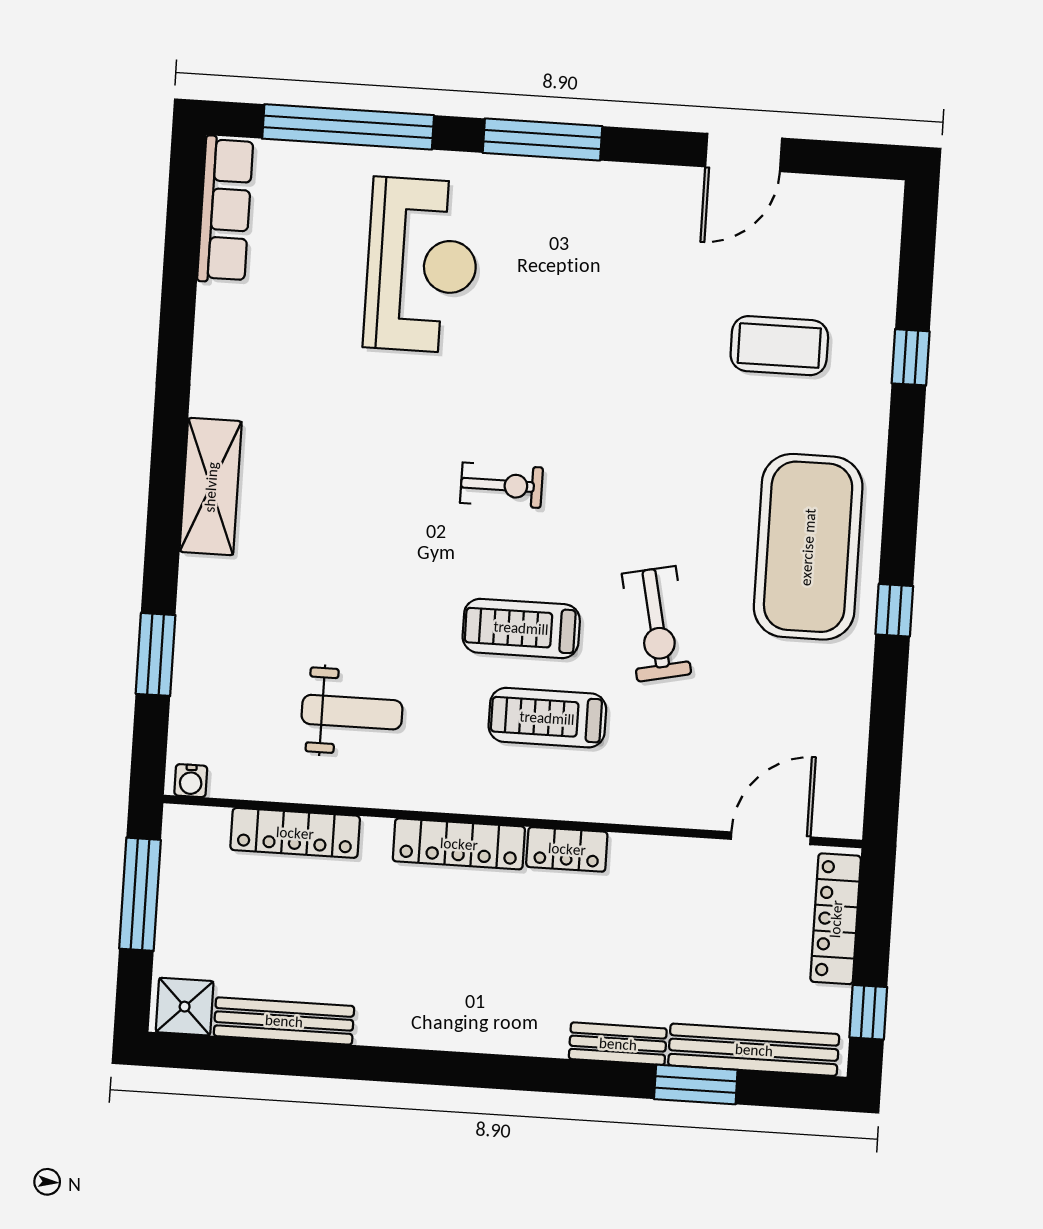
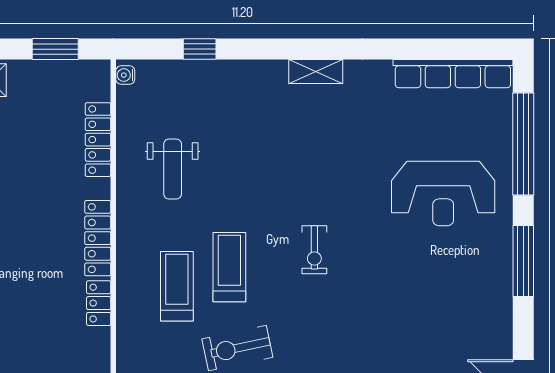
row of seats: (225, 210) -> (453, 74), width x1.36
shelving: (211, 487) -> (316, 72), width x0.67, depth x0.75
window: (156, 654) -> (200, 49), width x0.67
window: (140, 894) -> (55, 49), width x0.69

